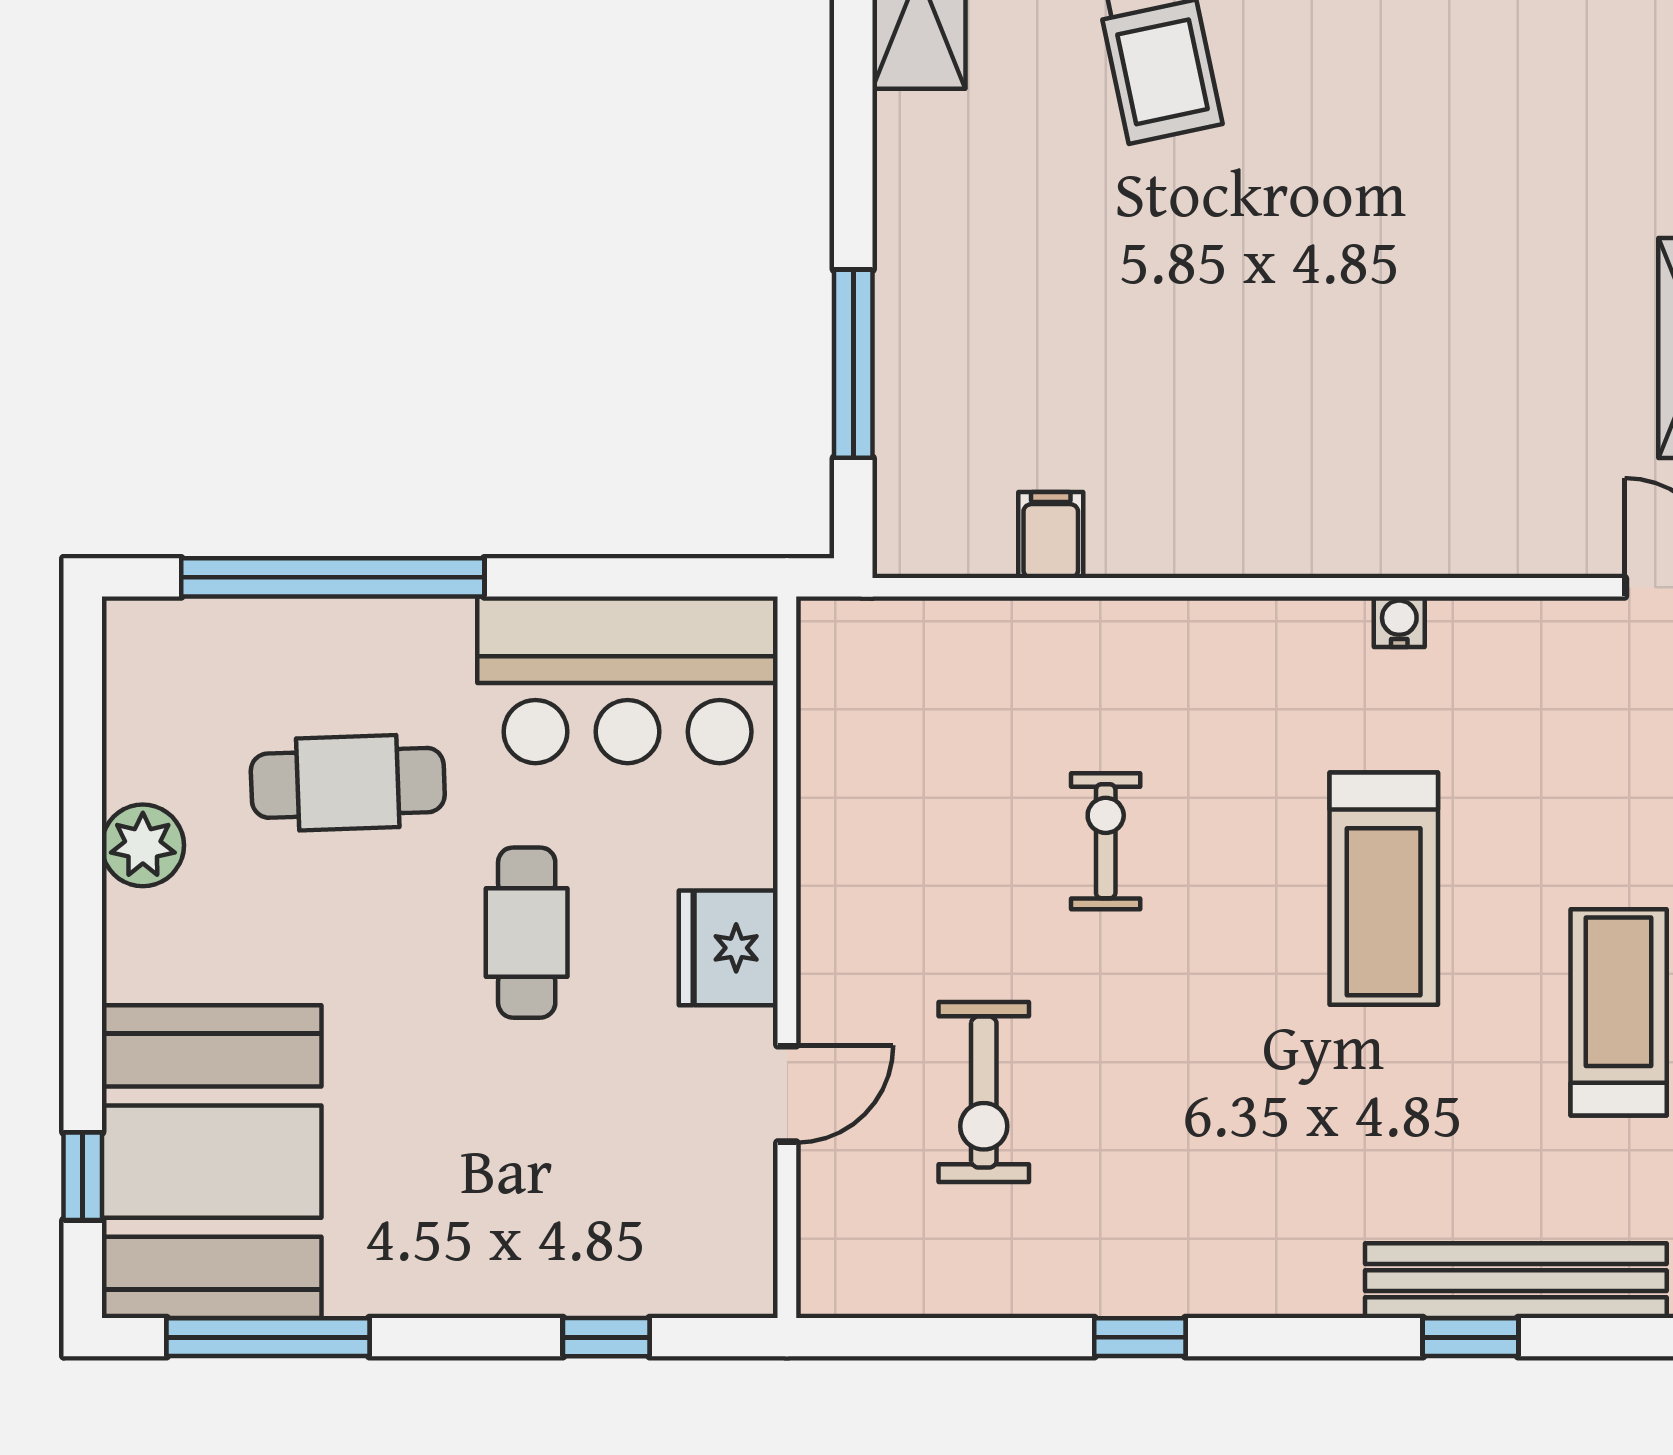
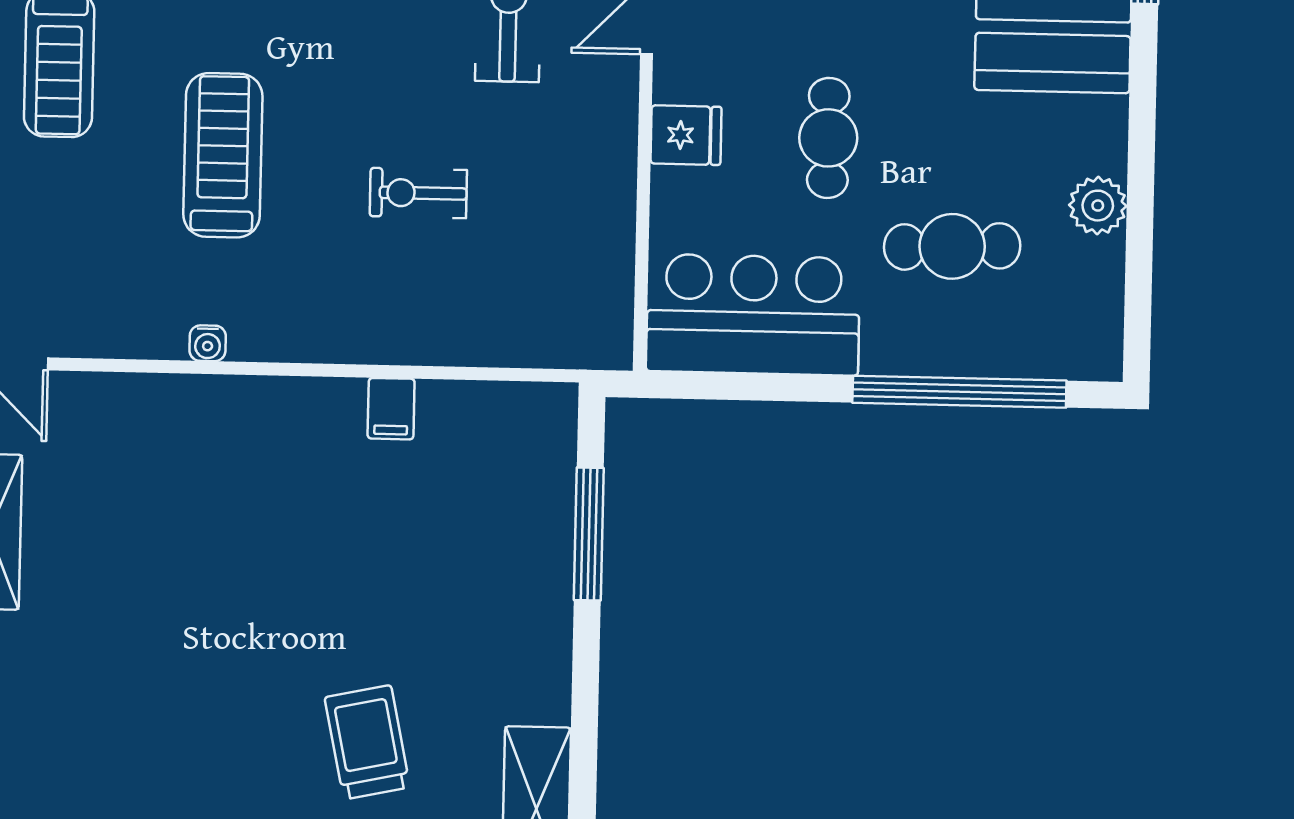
filing cabinet: (1051, 535) -> (391, 409), moved
exercise bike: (1106, 841) -> (418, 193), turned 90
fridge: (728, 948) -> (686, 135), width x0.72

